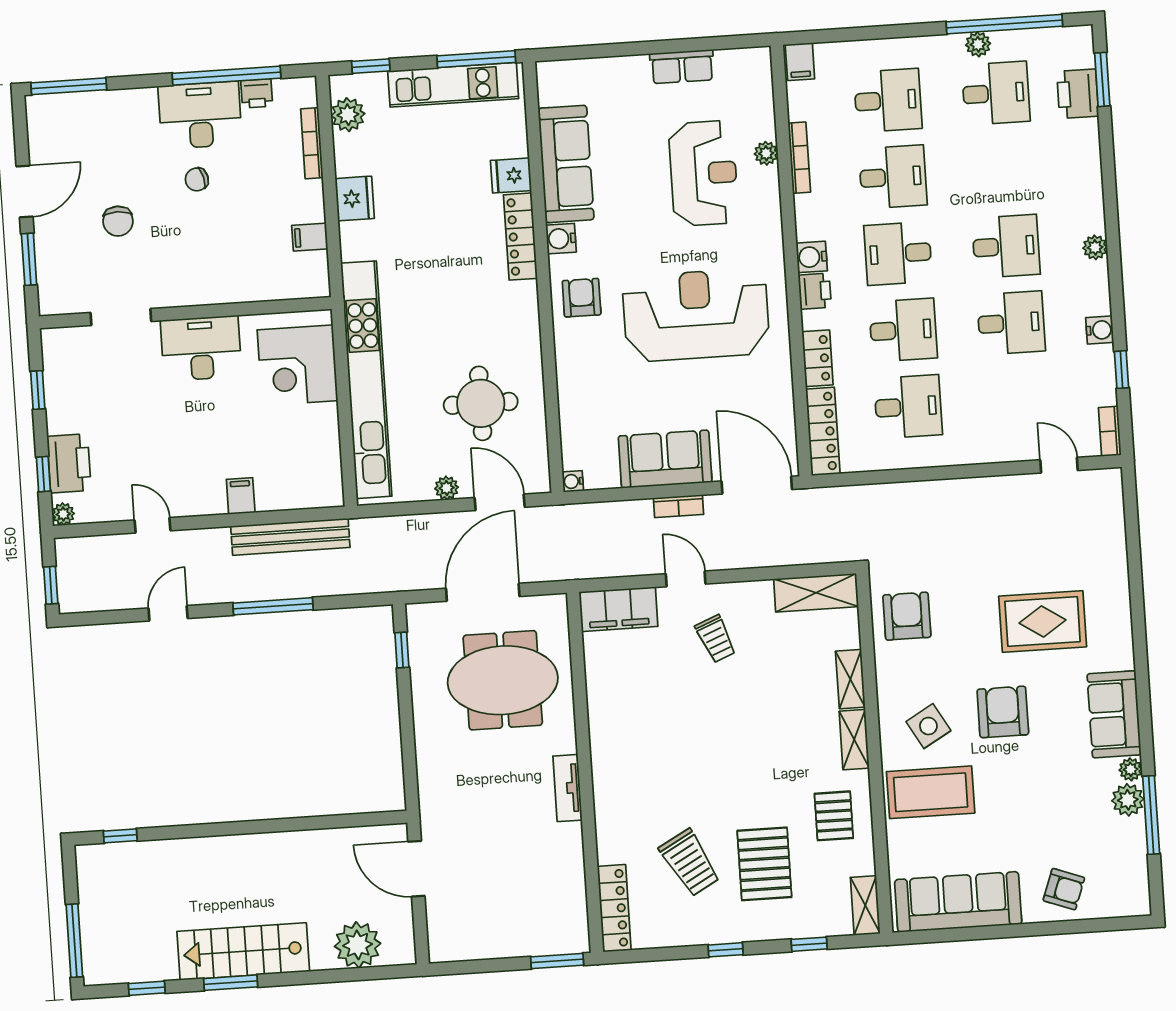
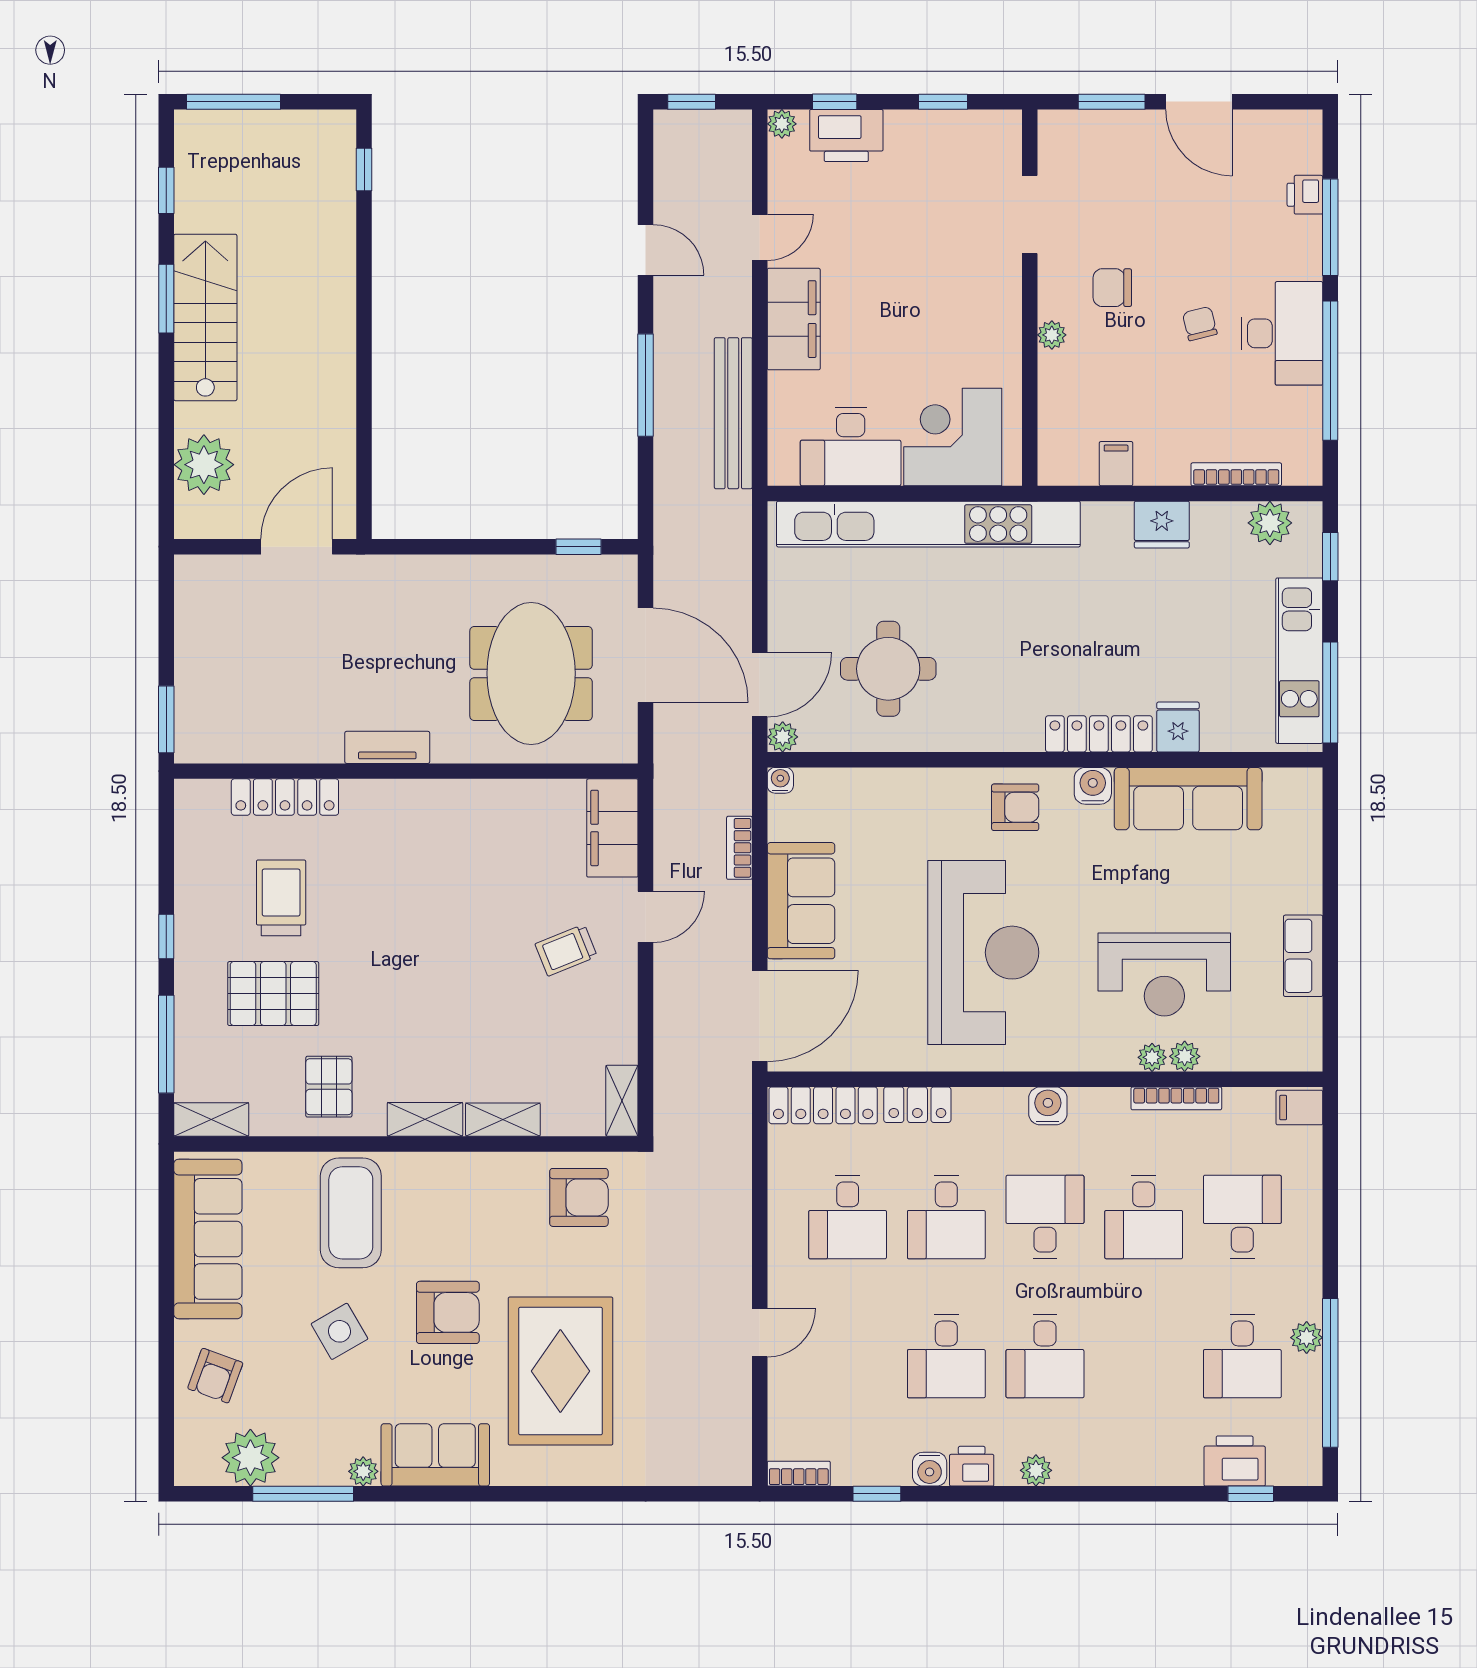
window: (1102, 79) -> (1251, 1494), width x0.67
window: (69, 86) -> (1330, 227), moved
printer: (257, 93) -> (1305, 195), moved
desk: (888, 100) -> (1242, 1217), turned 180
plant: (769, 179) -> (1152, 1057), added
chair: (118, 221) -> (1112, 288), moved
printer: (815, 291) -> (972, 1466), moved, turned 180
plant: (213, 294) -> (1052, 335), added
desk: (201, 348) -> (851, 446), moved, turned 90
door: (1059, 465) -> (760, 1333), moved
plant: (447, 488) -> (783, 737), moved
filing cabinet: (241, 496) -> (794, 319), width x3.00, depth x1.17
bookcase: (679, 506) -> (739, 848), moved
shelving: (816, 593) -> (622, 1101), width x0.67, depth x0.75
rug: (1043, 621) -> (560, 1371), width x1.37, depth x1.44
side table: (928, 726) -> (339, 1331), moved
plant: (1128, 800) -> (250, 1458), moved, width x1.36, depth x1.36
pallet: (834, 816) -> (329, 1087), turned 90
trolley: (690, 863) -> (281, 898), turned 119
locker: (614, 908) -> (285, 797), moved
window: (809, 944) -> (166, 1044), width x2.17

